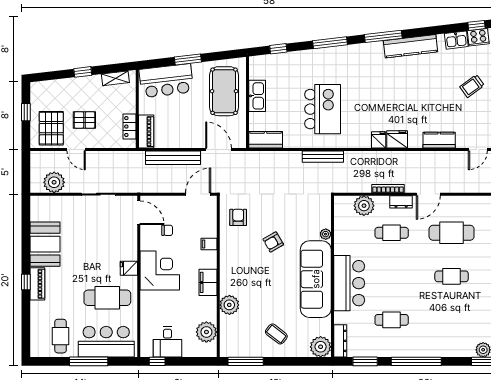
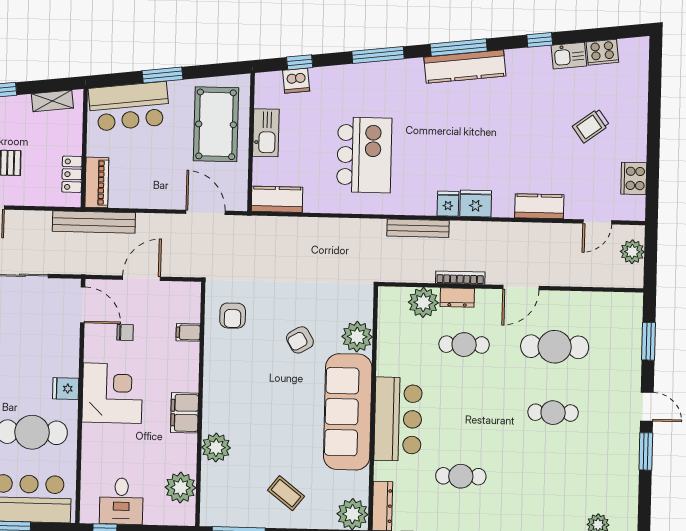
window: (476, 25) -> (540, 40), moved
kitchen counter: (410, 46) -> (465, 67), moved
dishwasher: (276, 61) -> (296, 81), added
bench: (323, 157) -> (418, 228), moved
bench: (173, 158) -> (94, 222), moved
door: (198, 194) -> (141, 278), moved
dresser: (401, 202) -> (457, 298), moved
armchair: (238, 217) -> (233, 316), turned 180
plant: (326, 234) -> (357, 337), width x1.88, depth x1.88
armchair: (273, 242) -> (300, 340), moved
filing cabinet: (209, 244) -> (188, 332), moved

